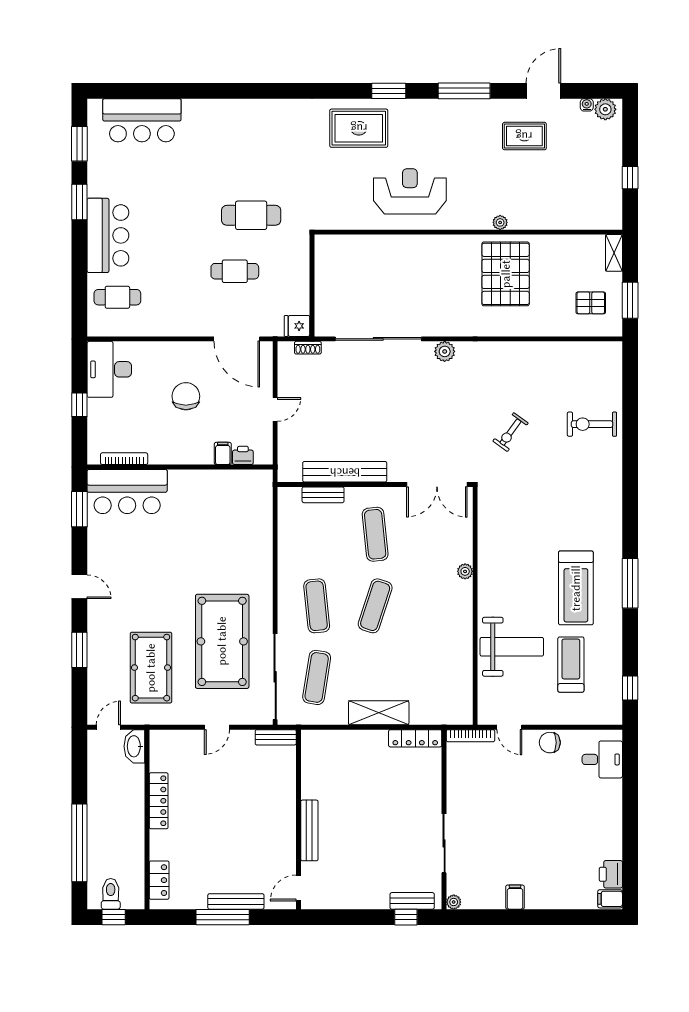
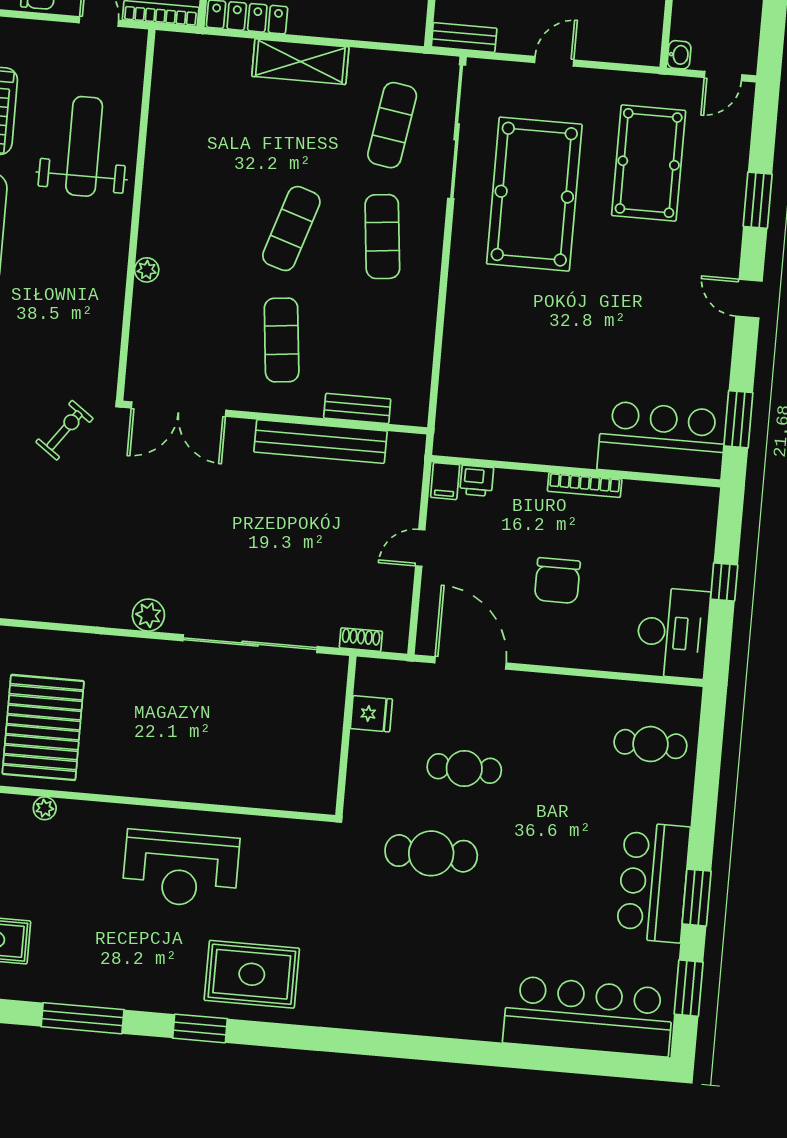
bar counter: (142, 120) -> (588, 1016), width x1.36
bar counter: (108, 235) -> (653, 882), moved
fridge: (297, 326) -> (371, 714), moved
exercise bike: (511, 432) -> (64, 430), moved
filing cabinet: (223, 453) -> (445, 481), moved
bookcase: (124, 459) -> (585, 485), moved
double door: (437, 485) -> (179, 409), swing flipped
weight bench: (512, 647) -> (84, 146), turned 90
washbasin: (134, 746) -> (679, 55), width x0.52, depth x0.69

